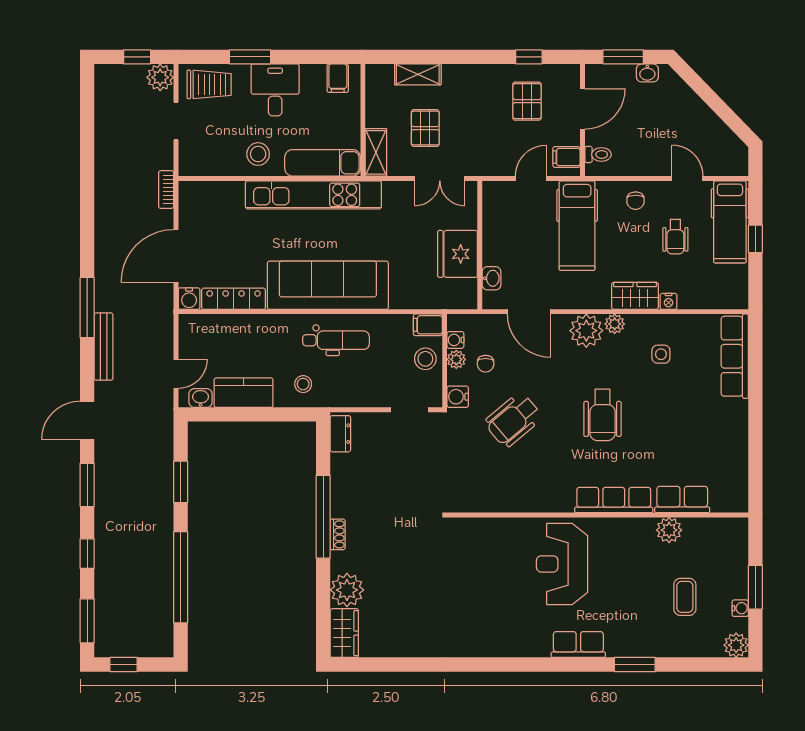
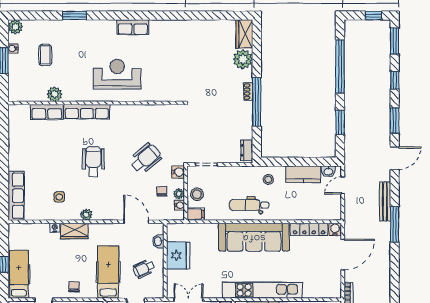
wheelchair: (675, 237) -> (144, 269), moved, turned -114
plant: (586, 331) -> (103, 211), removed
reception desk: (562, 564) -> (117, 74), turned -90
row of seats: (578, 645) -> (133, 27), moved

